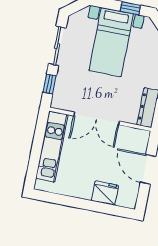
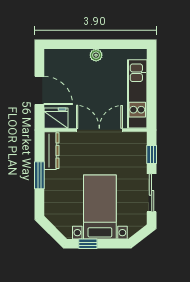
plant: (85, 193) -> (96, 55), added
fridge: (105, 193) -> (56, 118), moved, turned 180

